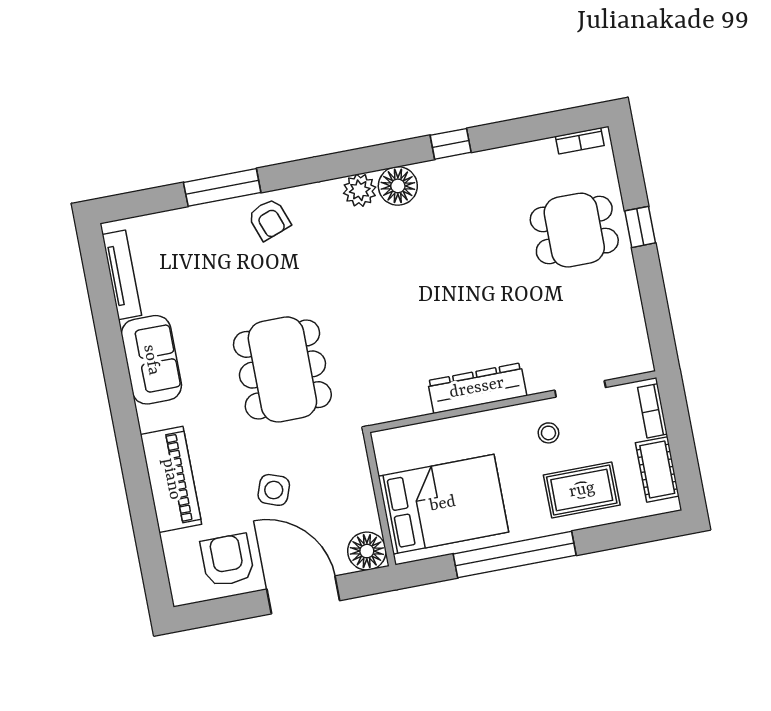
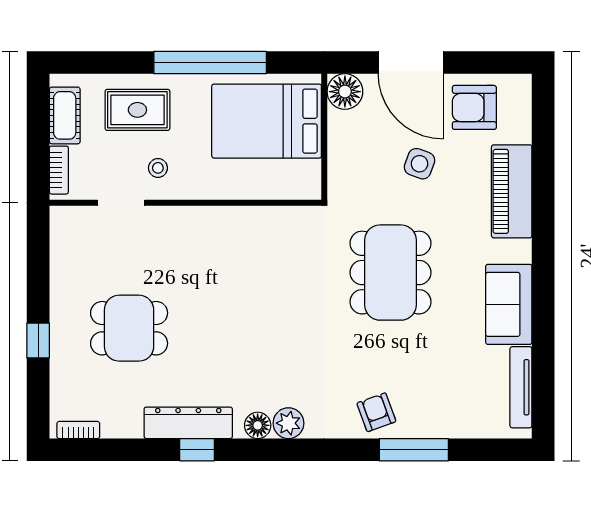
floor lamp: (398, 186) -> (258, 425), width x0.73, depth x0.73
dining table: (574, 230) -> (129, 328), moved
dresser: (477, 388) -> (188, 423), moved, turned 180
armchair: (227, 560) -> (474, 107), turned 90

